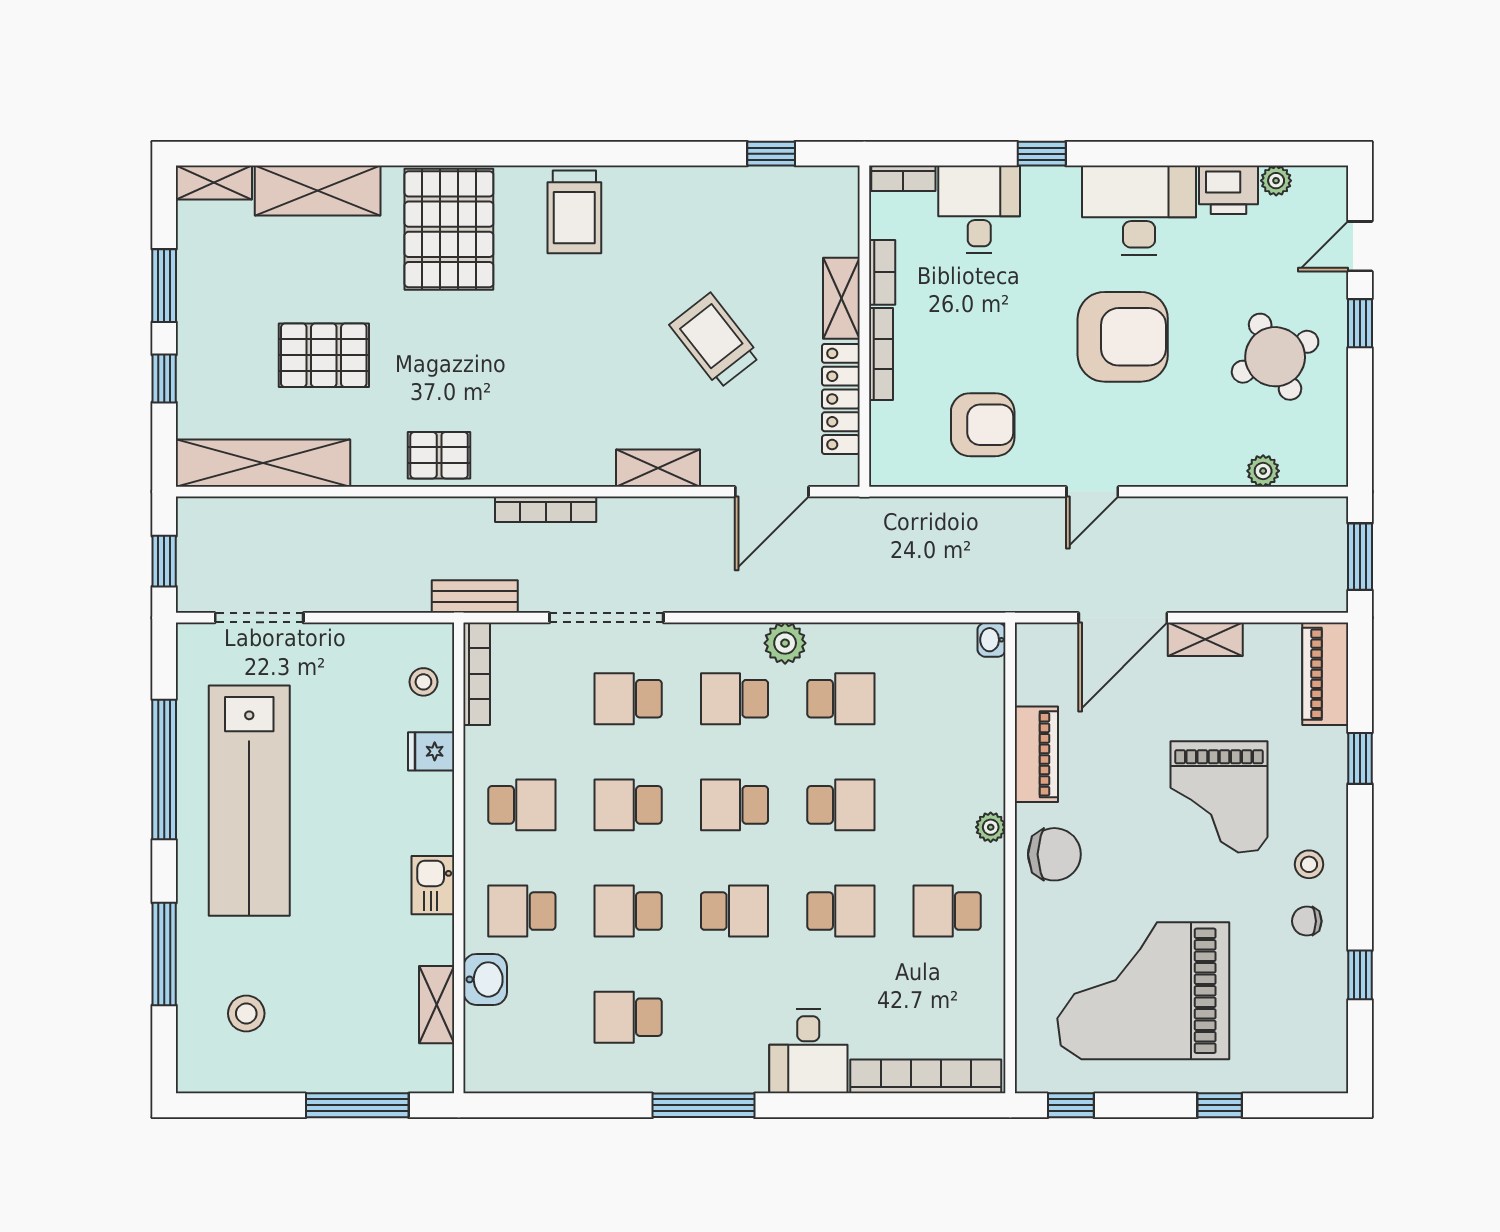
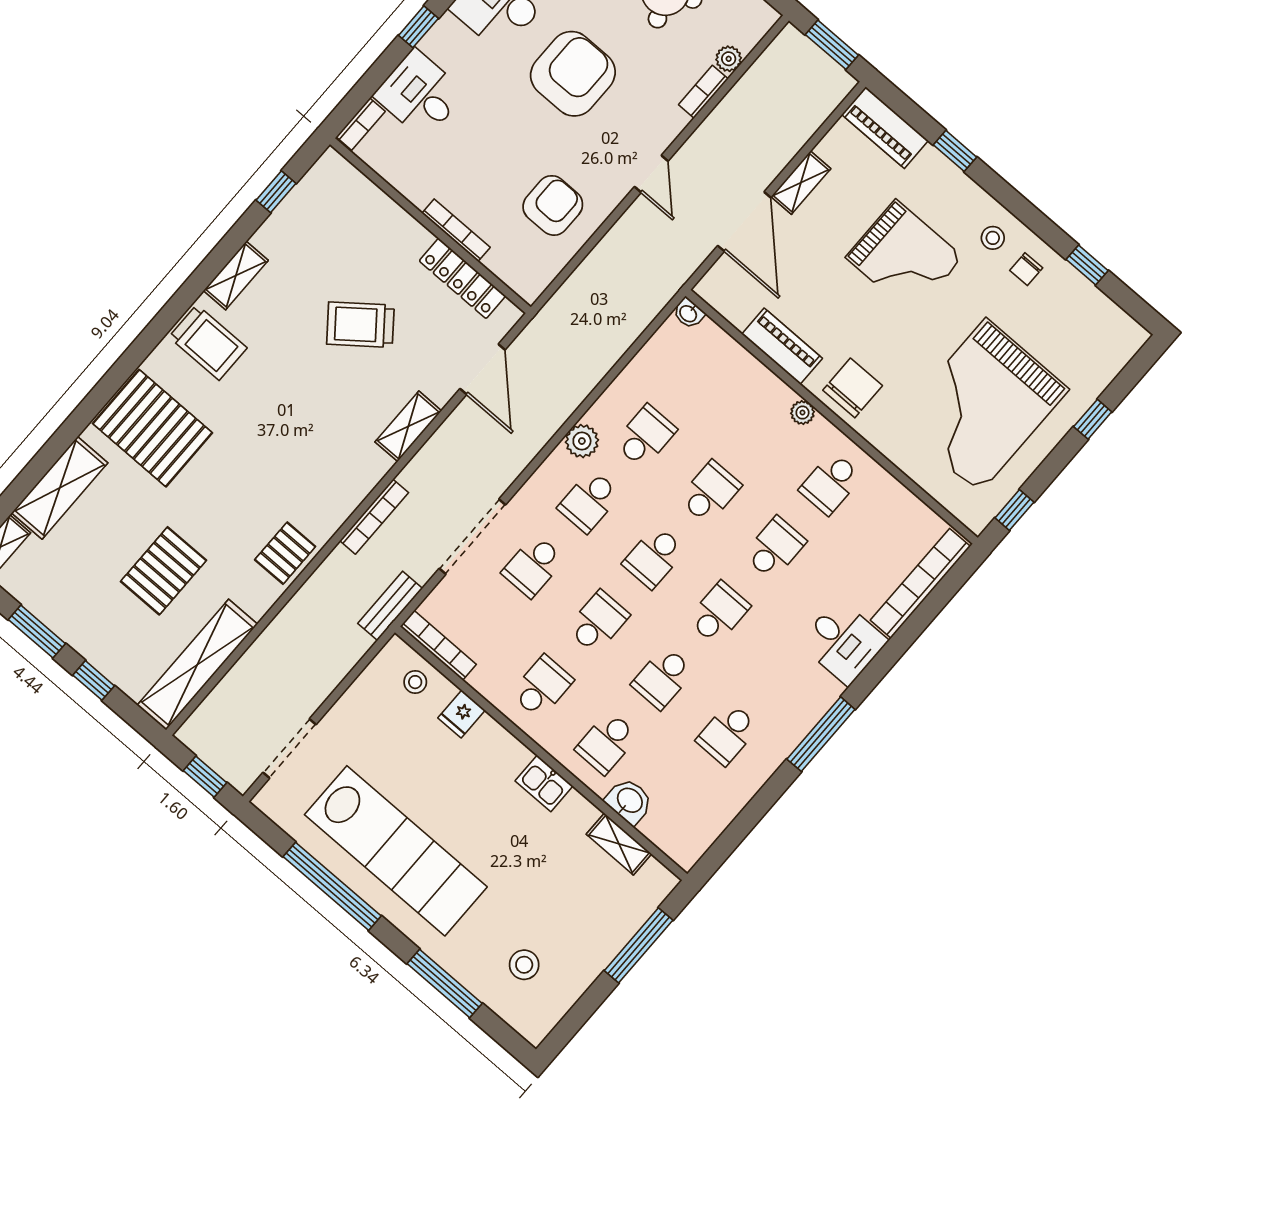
bookcase: (882, 272) -> (703, 92), moved, turned -90
shelving: (841, 298) -> (236, 275), moved, turned 90
school desk: (628, 805) -> (598, 622), turned 180

